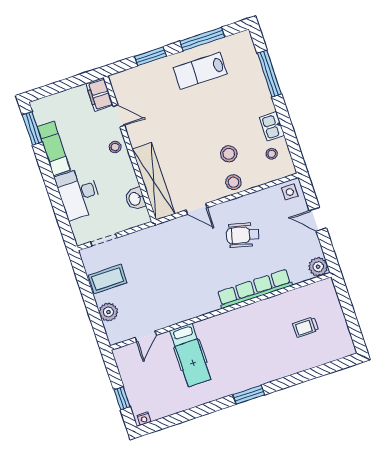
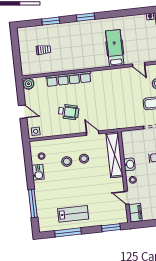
window: (150, 56) -> (111, 228), moved
stool: (233, 182) -> (84, 159), moved
washbasin: (135, 199) -> (129, 164), moved
door: (146, 336) -> (139, 65), swing flipped
window: (304, 376) -> (51, 21), added

